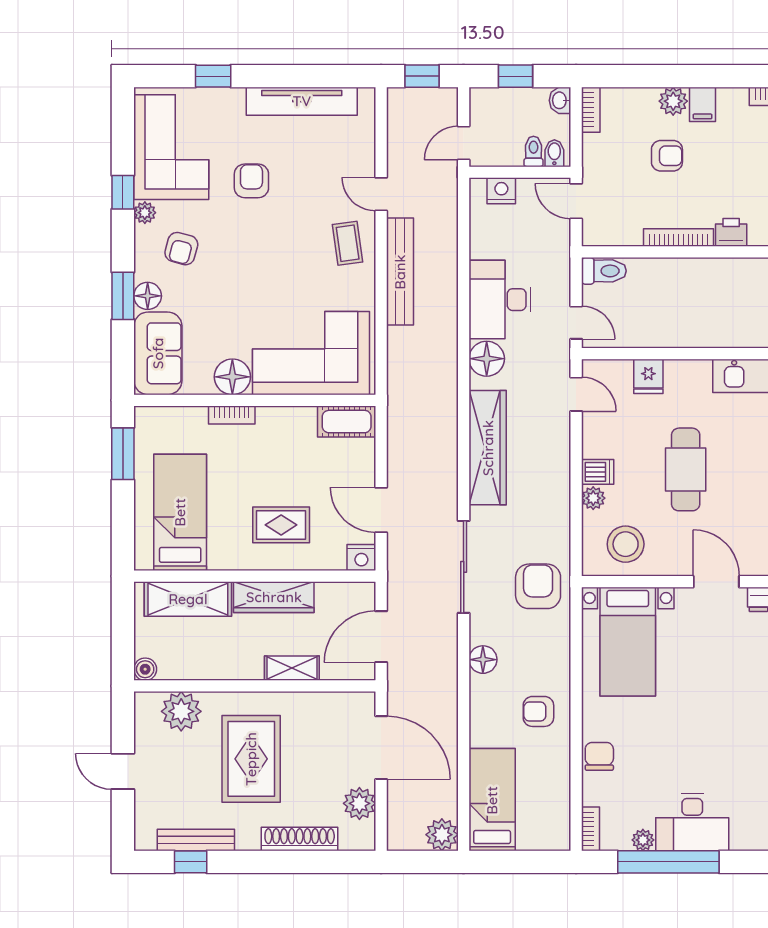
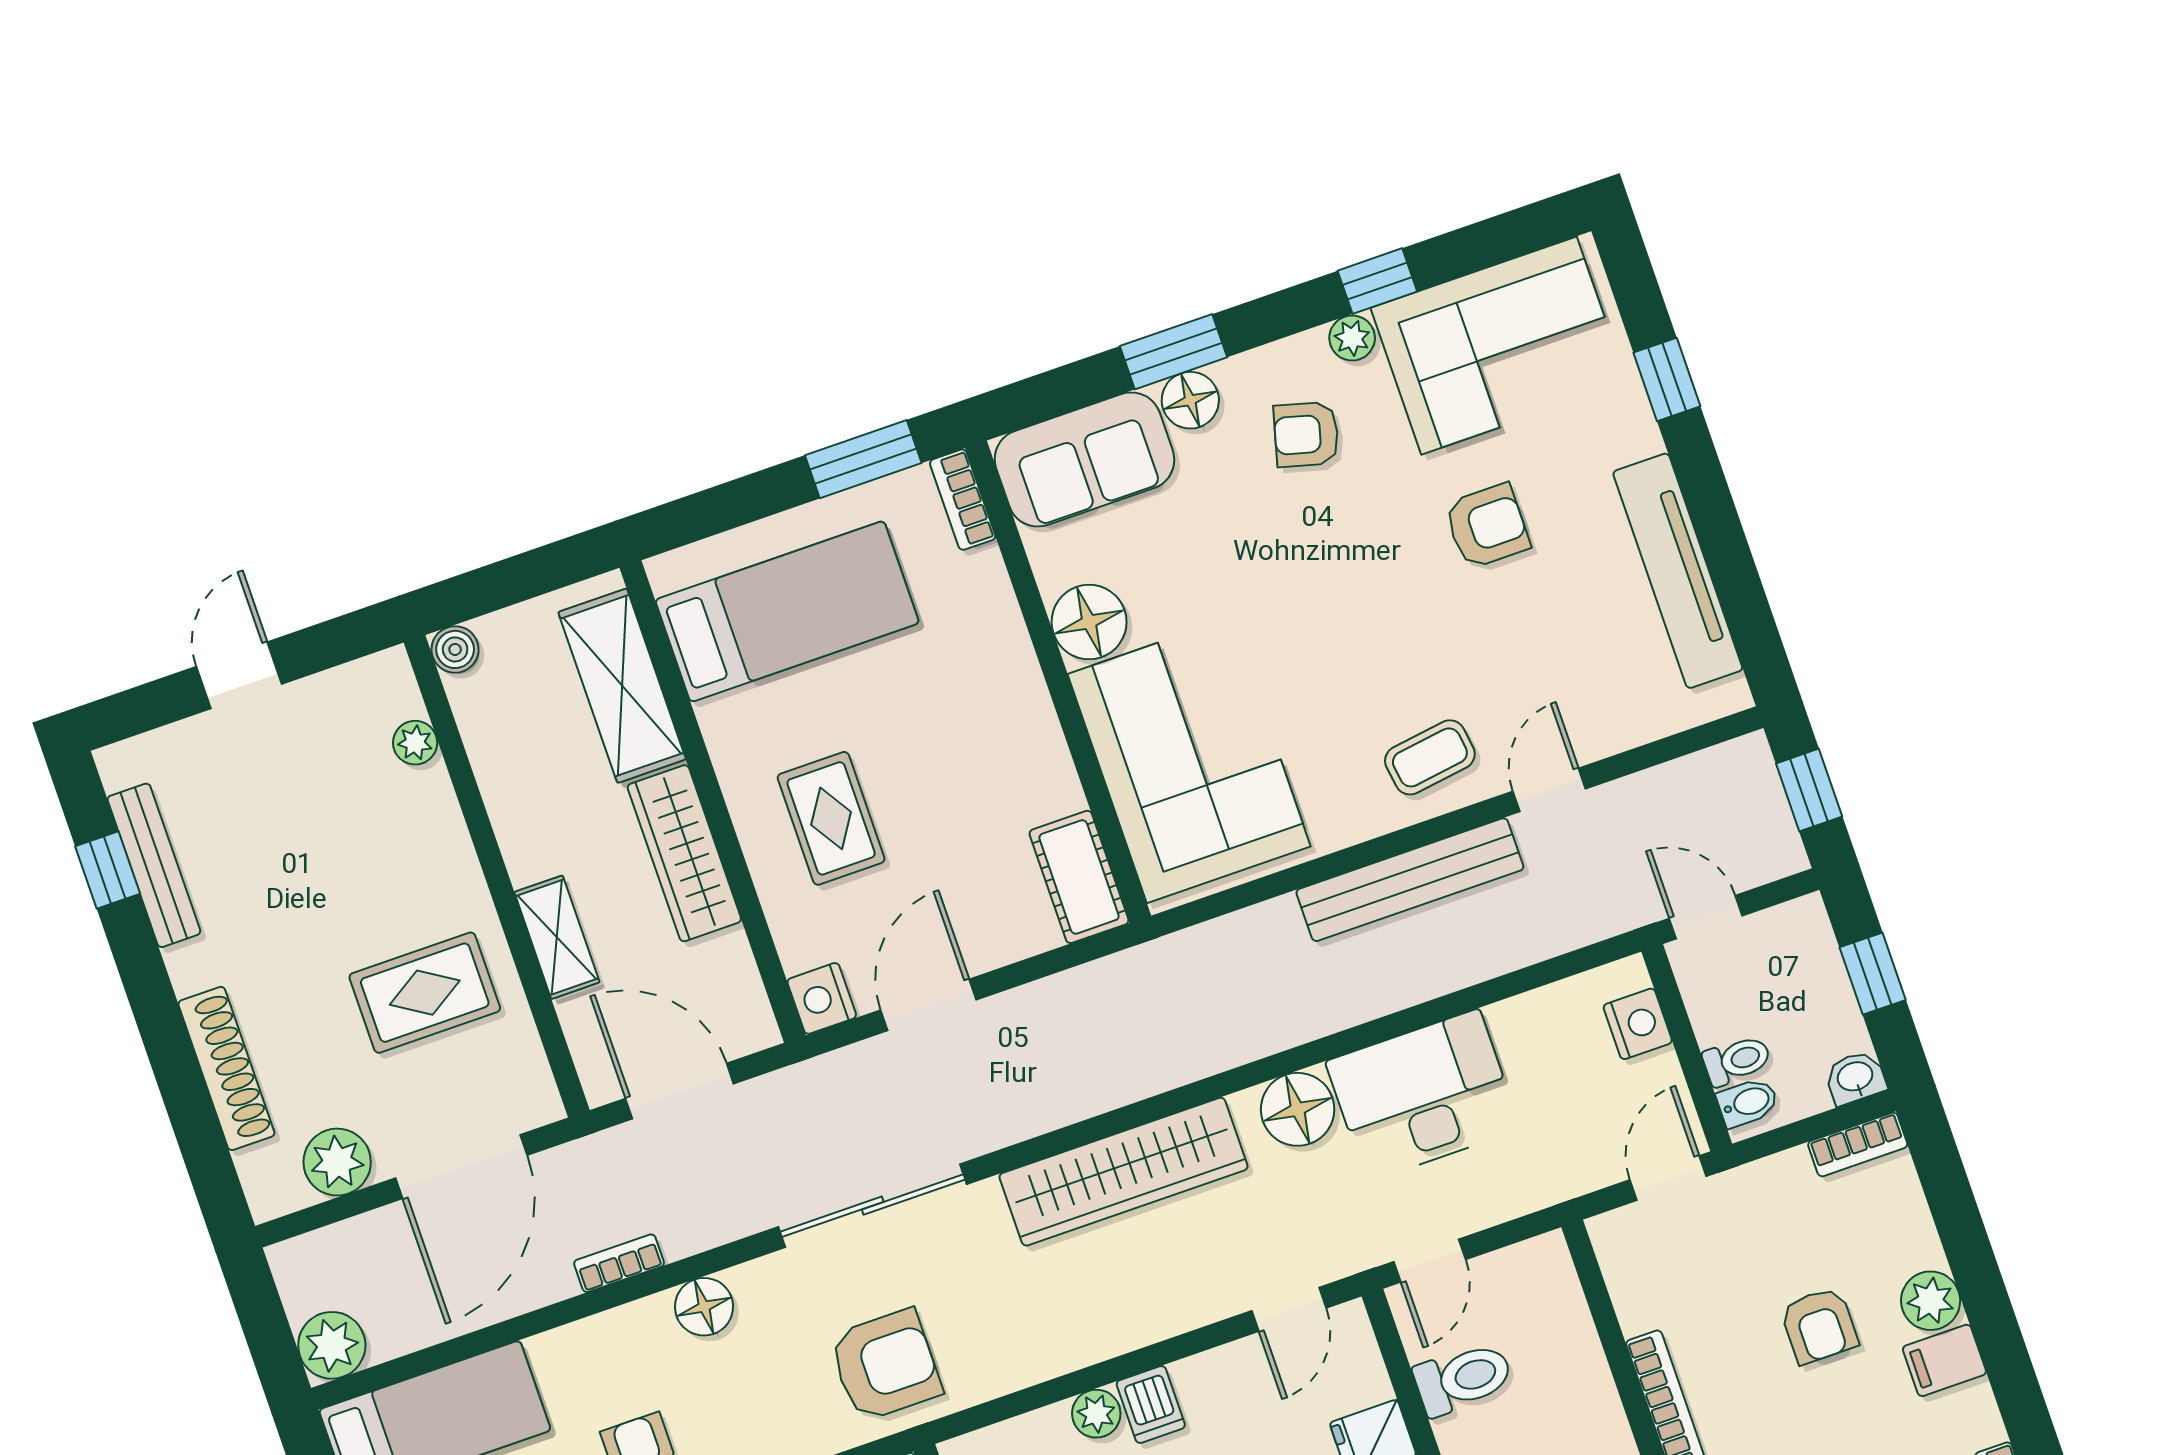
toilet: (604, 271) -> (1463, 1379), moved, turned -90
bookcase: (232, 415) -> (963, 500), moved
bookcase: (450, 691) -> (619, 1263), added
plant: (181, 711) -> (415, 743), width x0.53, depth x0.53
rug: (251, 759) -> (425, 993), moved, width x0.73, depth x0.70

